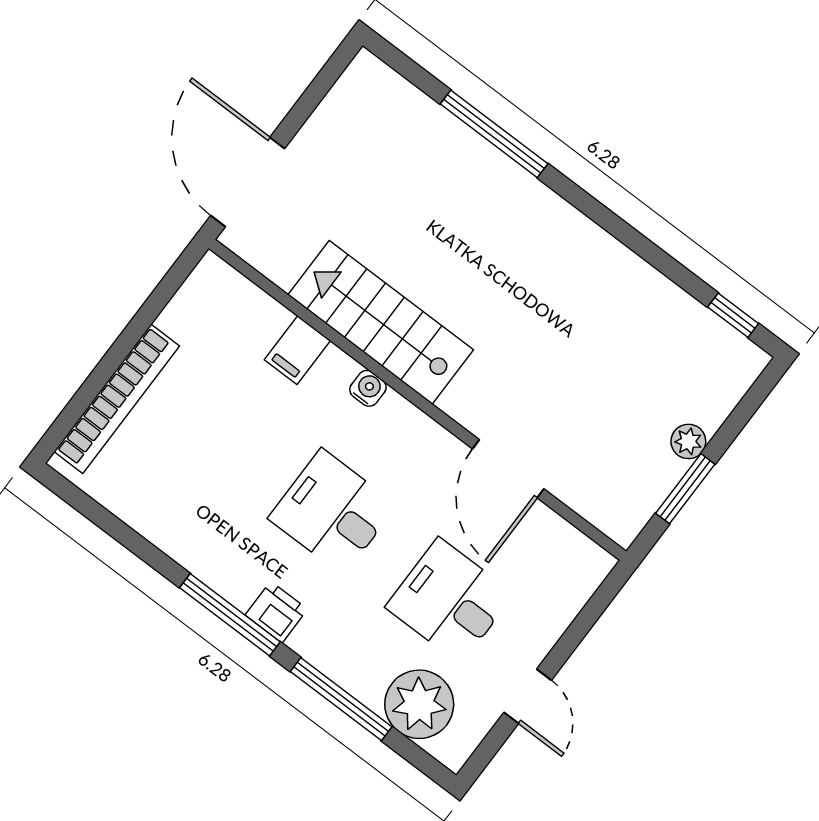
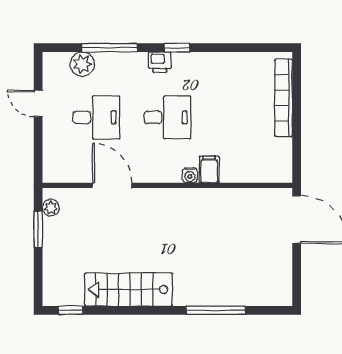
stairs: (381, 322) -> (128, 289), moved, turned 180
filing cabinet: (297, 350) -> (209, 169), moved
plant: (688, 441) -> (51, 208), moved
window: (230, 615) -> (177, 48), width x0.46
plant: (419, 704) -> (82, 64), width x0.73, depth x0.73

